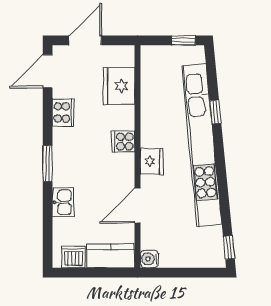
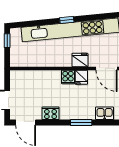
fridge: (119, 86) -> (81, 77), moved, width x0.53, depth x0.75
window: (215, 112) -> (67, 20), moved

